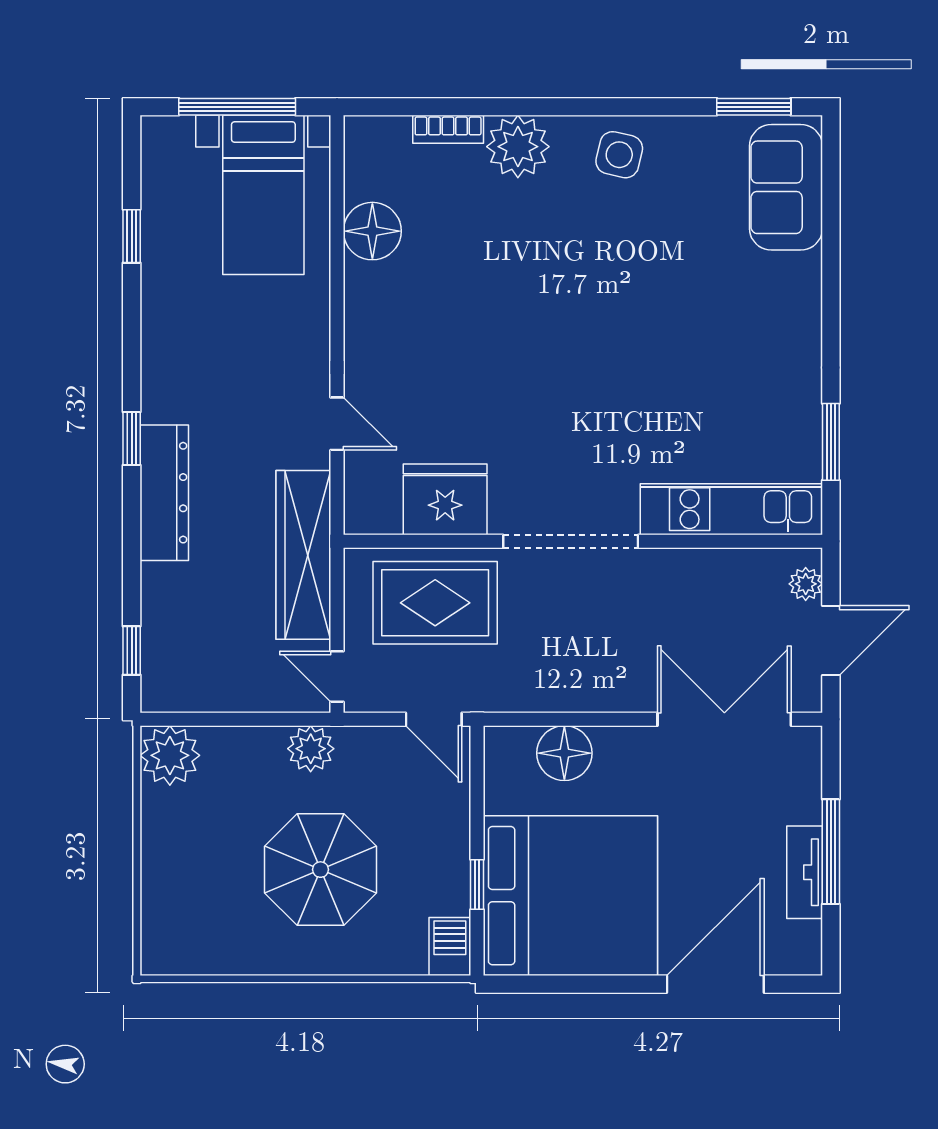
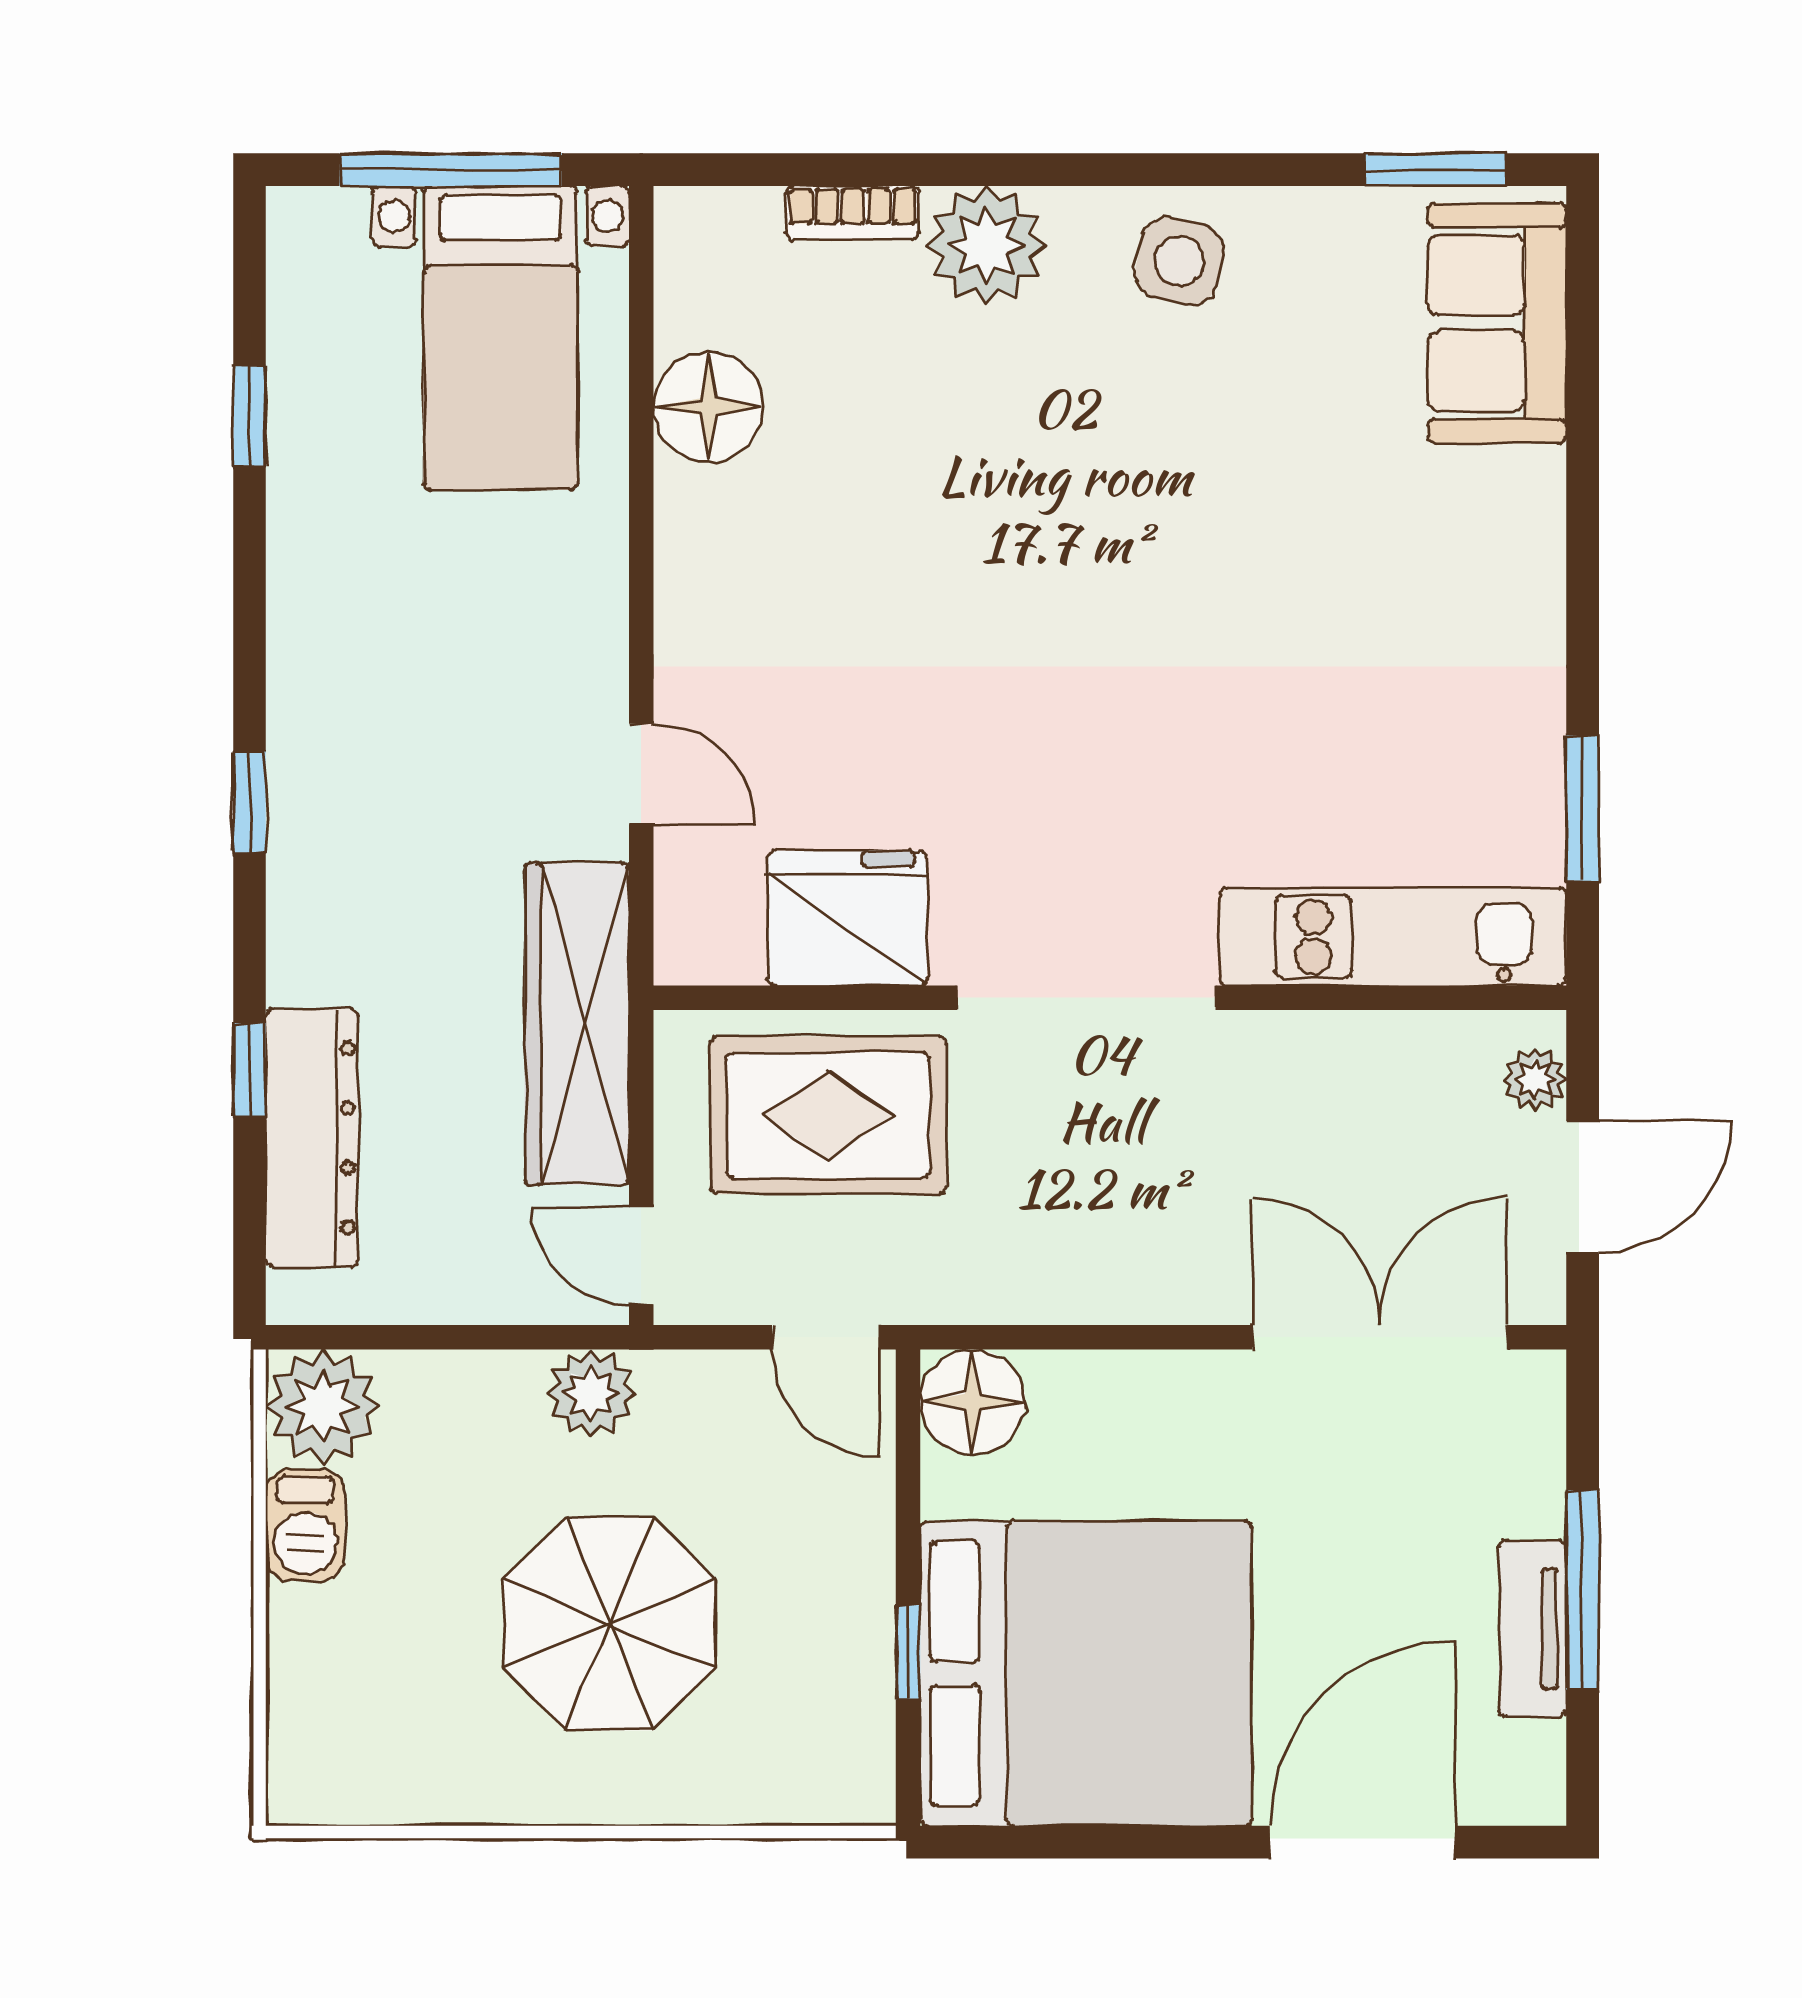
dresser: (164, 493) -> (312, 1138), moved
window: (132, 651) -> (249, 1069), moved
floor lamp: (564, 753) -> (973, 1402), moved
barbecue: (450, 946) -> (305, 1525), moved, turned 180

